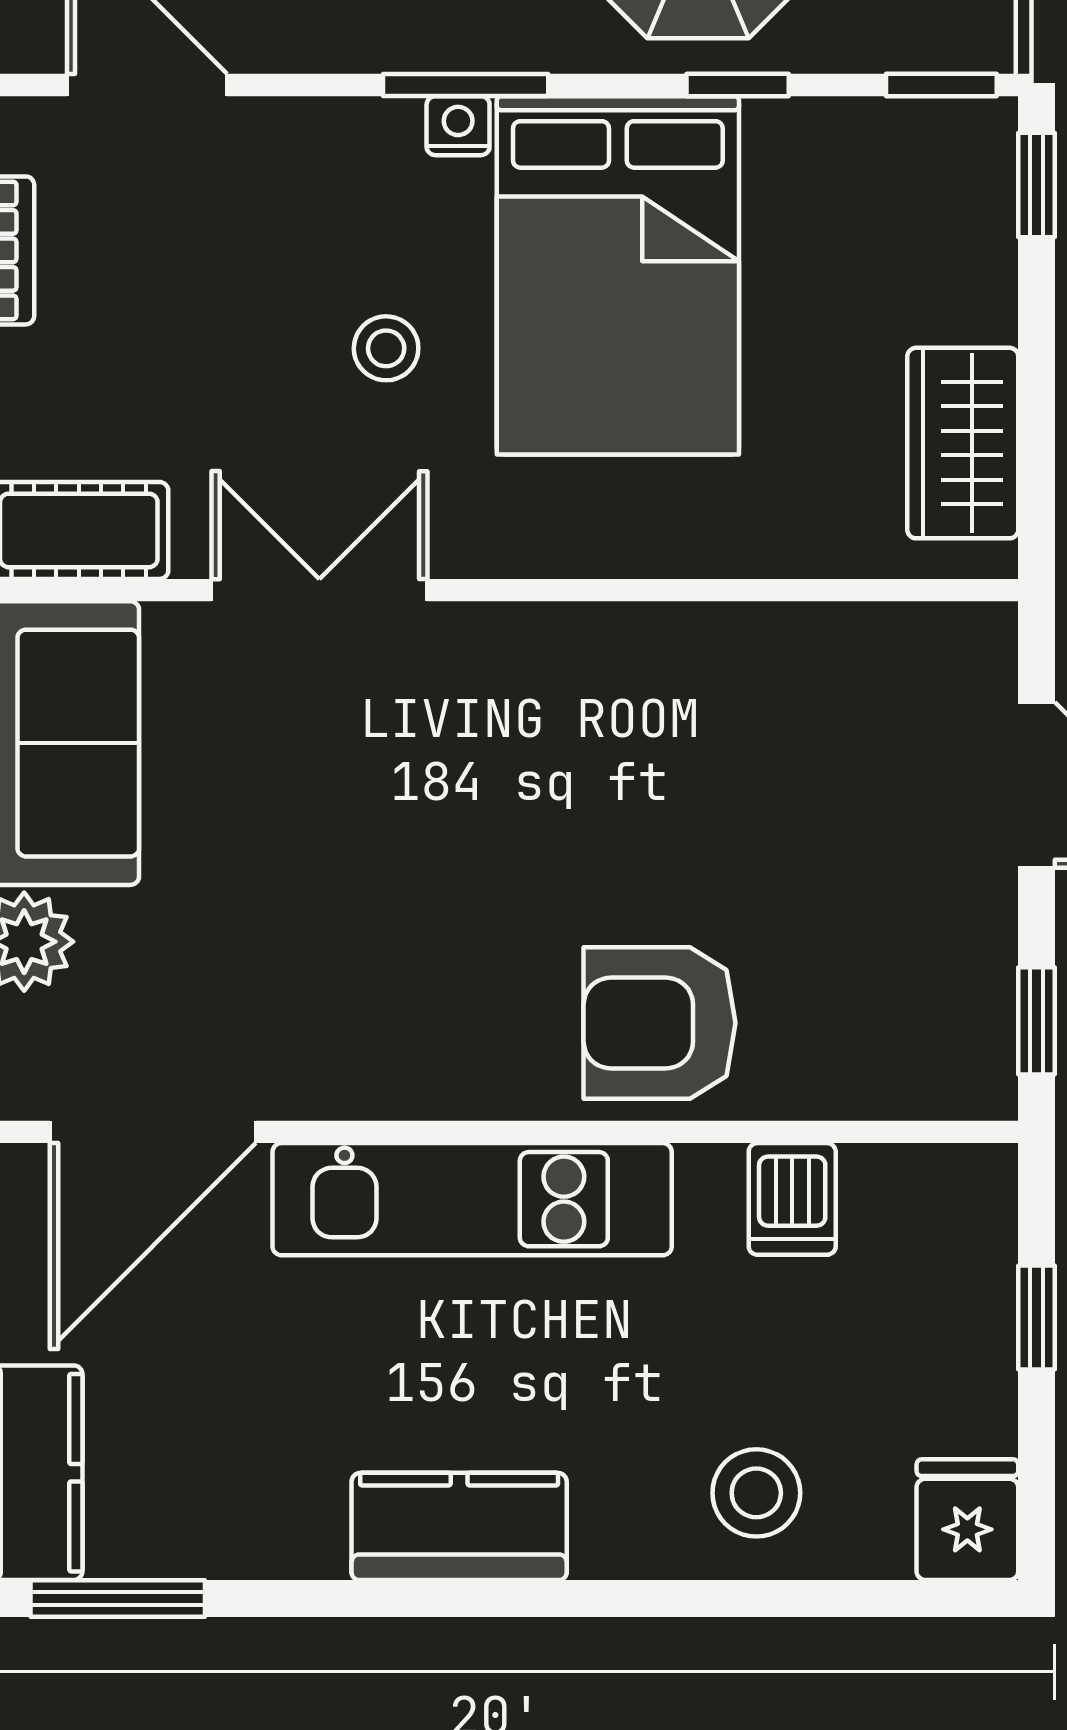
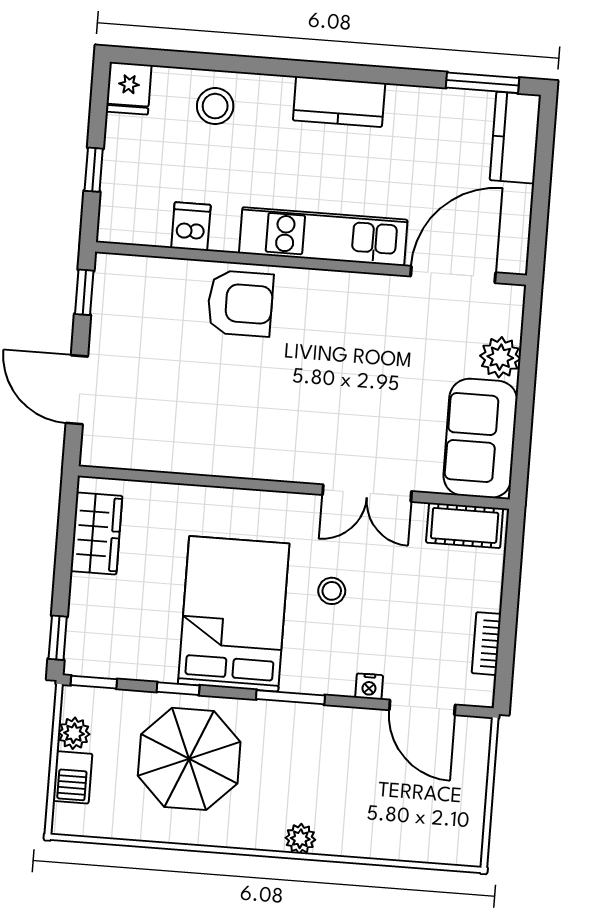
nightstand: (458, 126) -> (369, 686), moved

